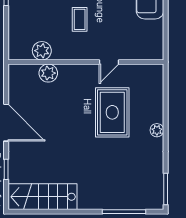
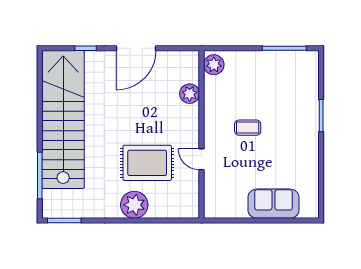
plant: (42, 51) -> (214, 65), moved
plant: (157, 130) -> (134, 205), width x1.88, depth x1.88
stairs: (43, 197) -> (63, 119), width x1.86, depth x1.51

